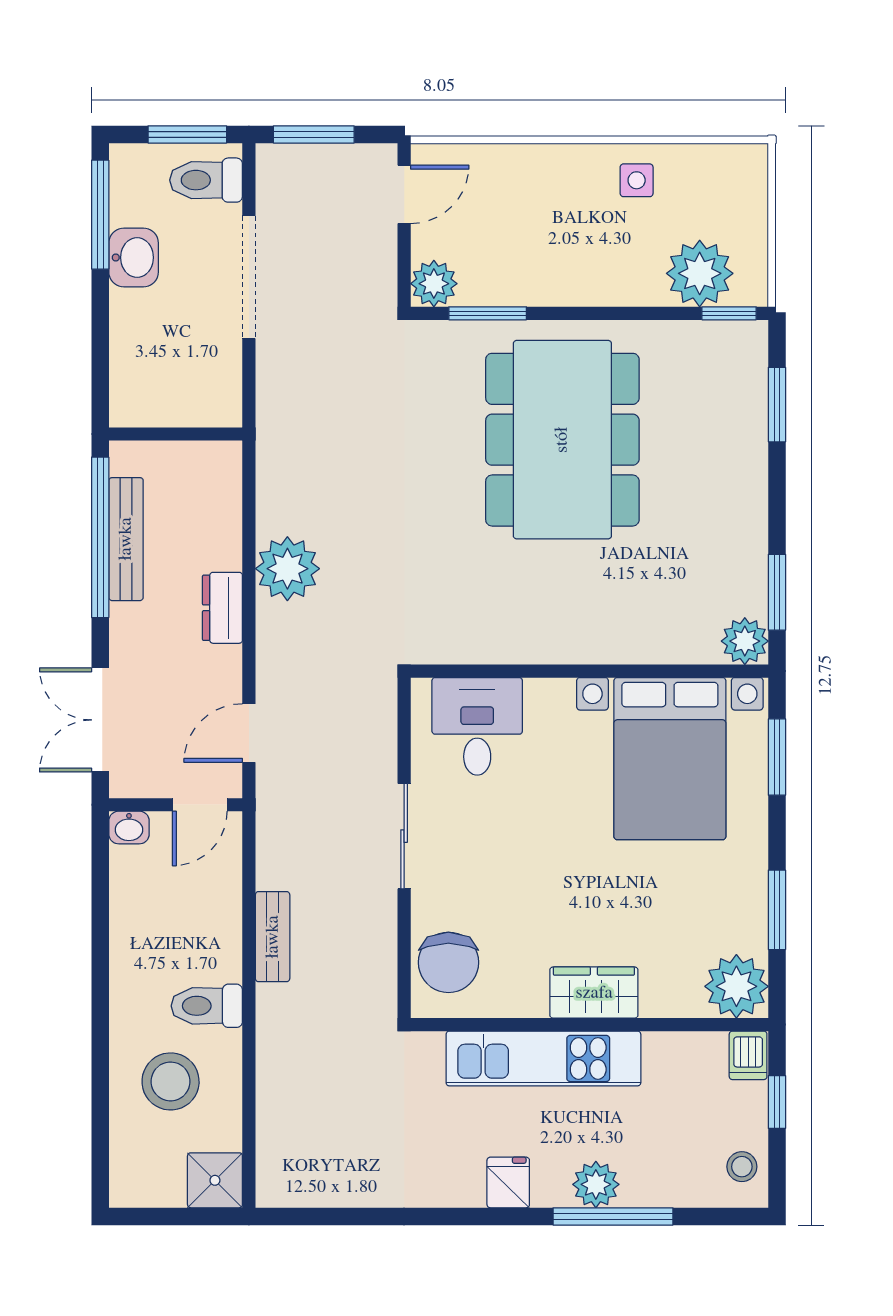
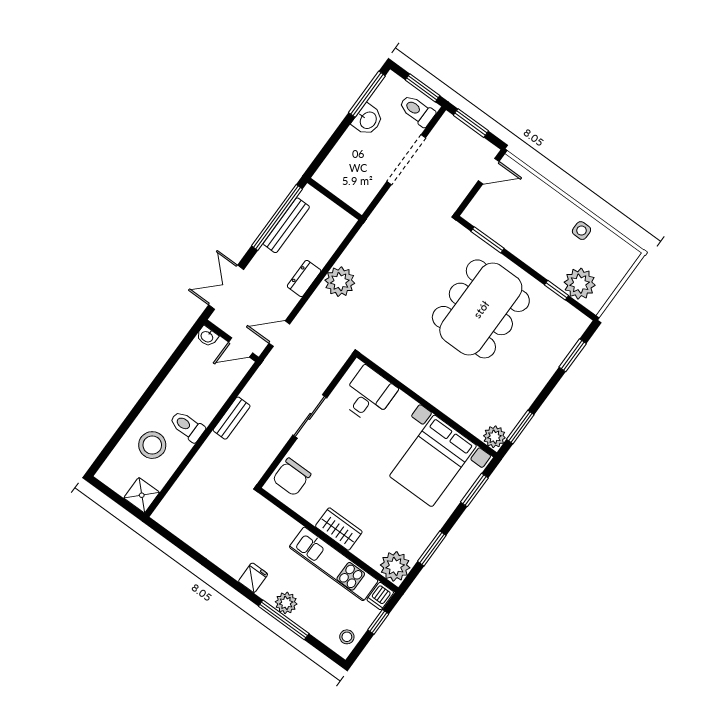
plant: (434, 284) -> (475, 213), removed
window: (729, 313) -> (557, 290), moved
kitchen unit: (543, 1058) -> (334, 564), moved

